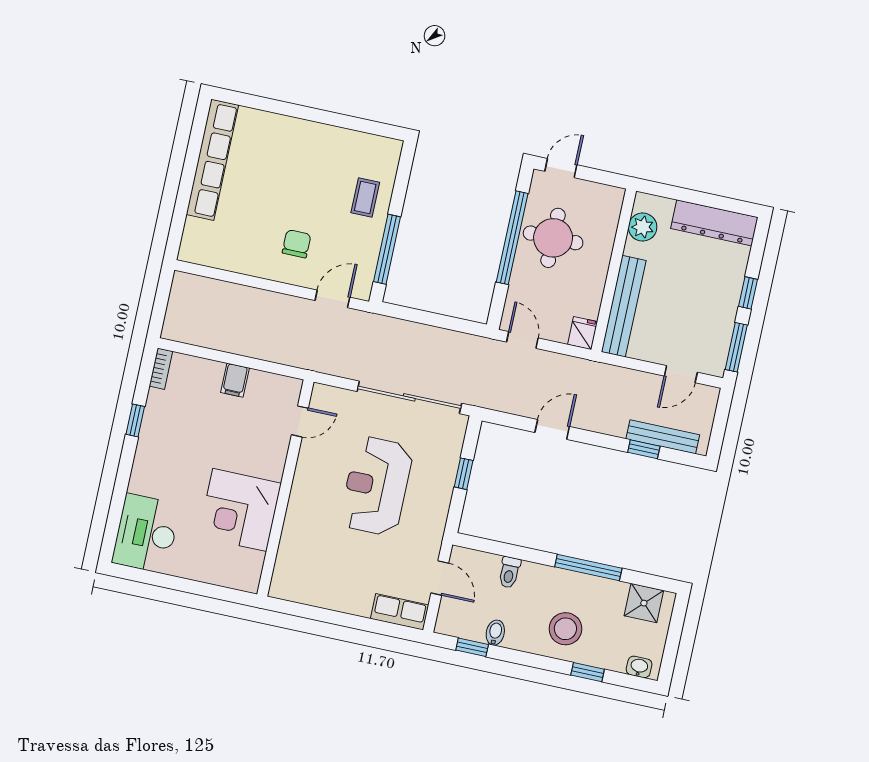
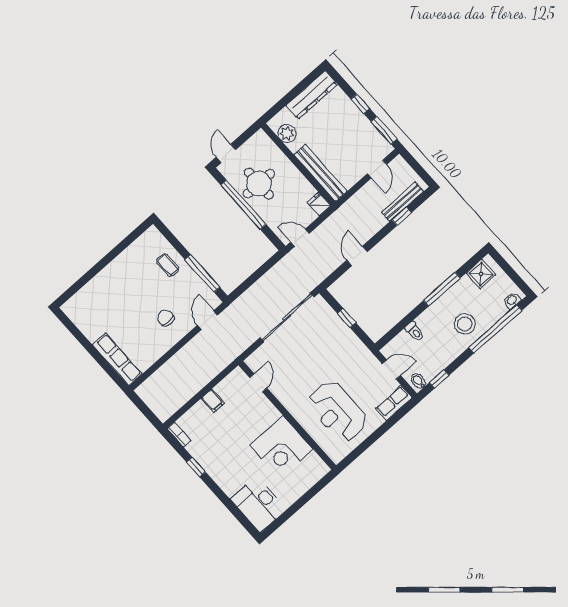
row of seats: (212, 160) -> (117, 359), moved, width x0.73
reception desk: (376, 486) -> (337, 411), moved
bidet: (495, 633) -> (418, 381), moved
window: (588, 672) -> (495, 329), width x3.17

